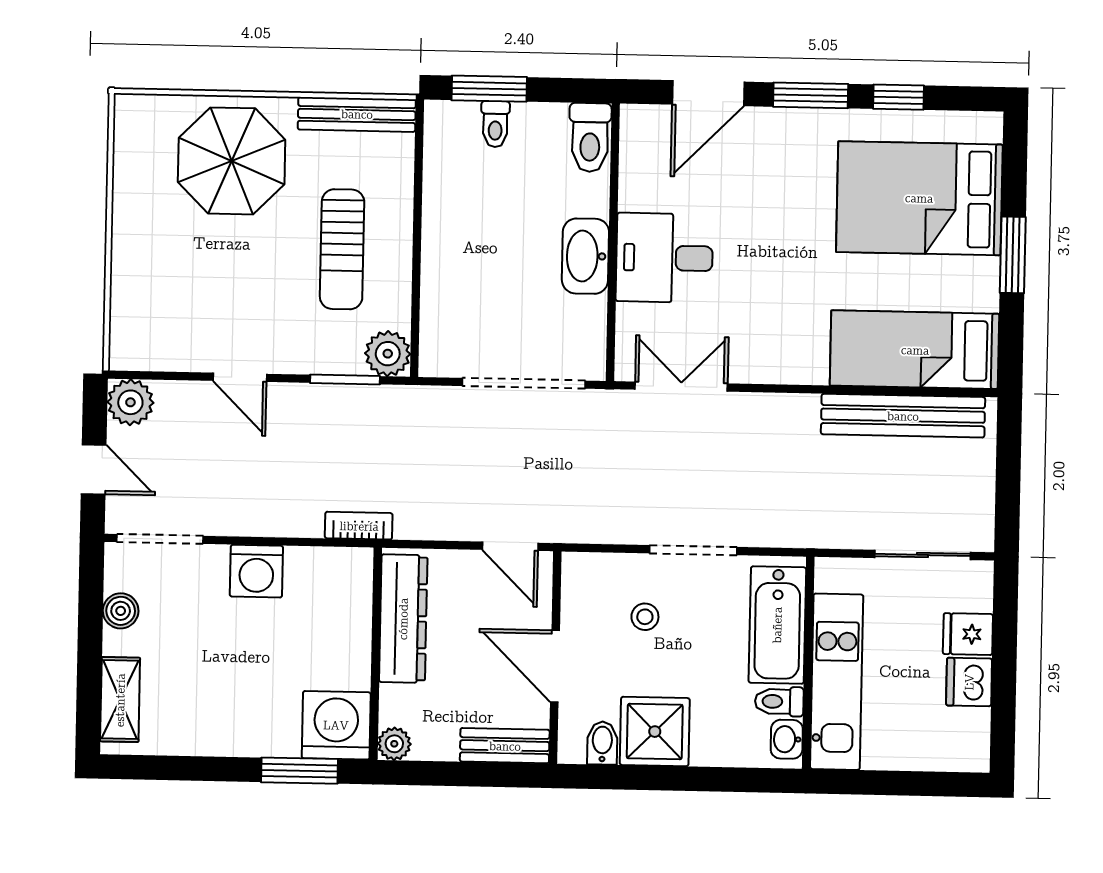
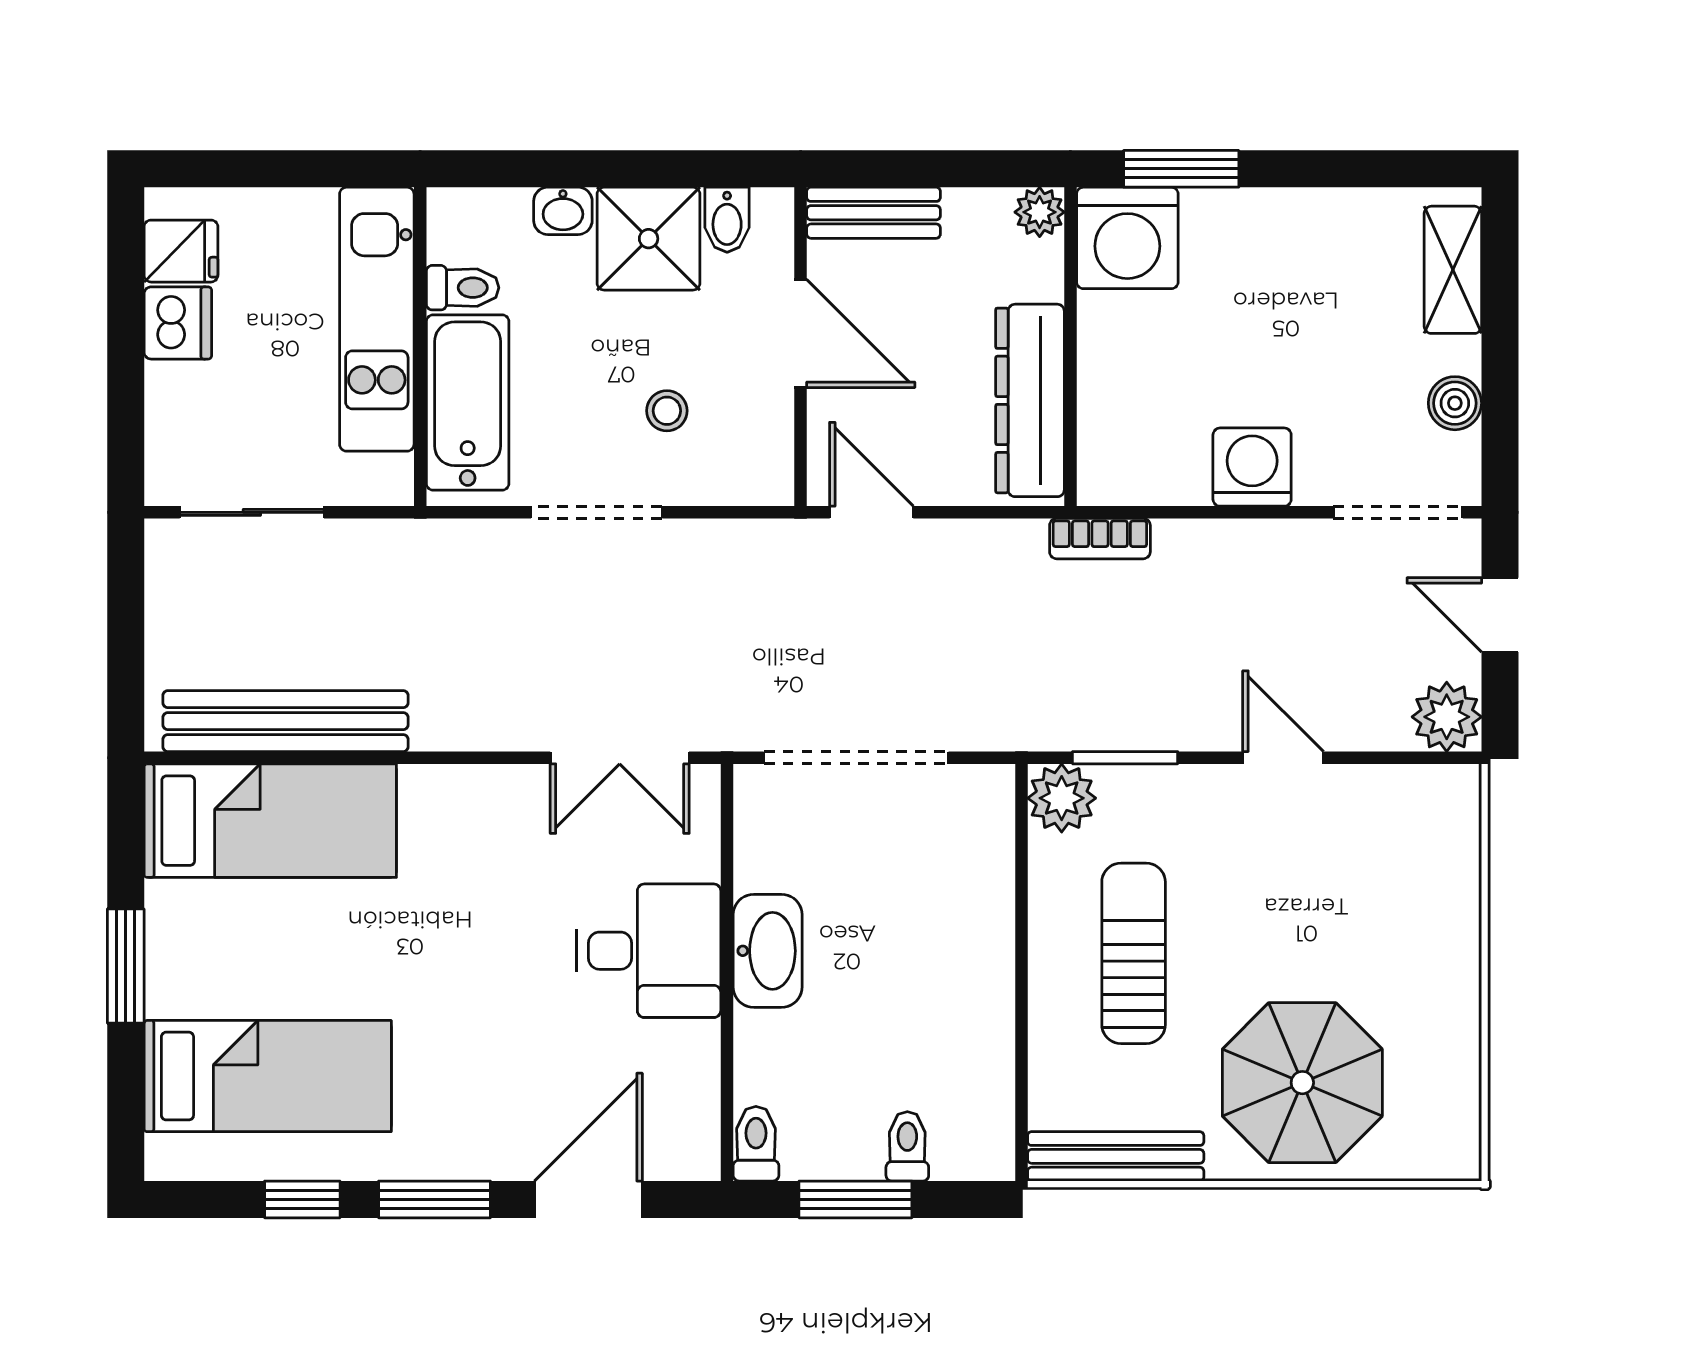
window: (489, 89) -> (855, 1199), moved
toilet: (590, 137) -> (756, 1144), width x0.73, depth x0.72
bed: (919, 198) -> (268, 1076), width x0.67
fridge: (968, 634) -> (181, 251), moved
washbasin: (787, 739) -> (563, 211), moved, turned 90

